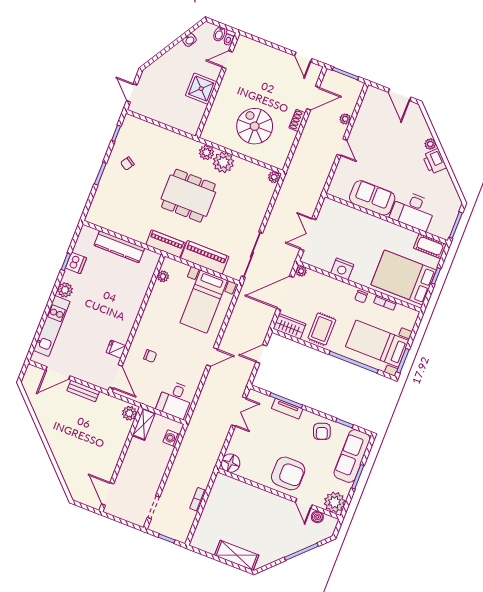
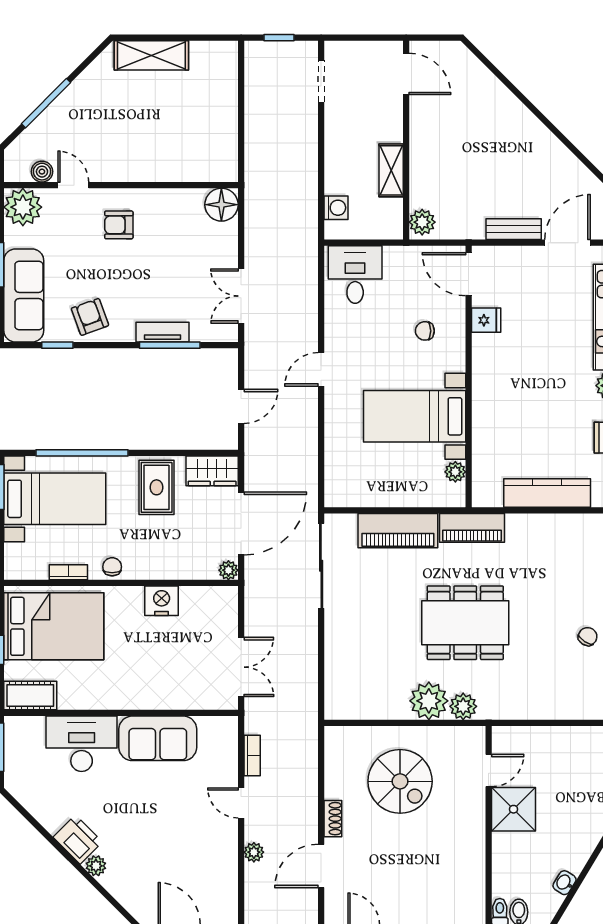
door: (227, 60) -> (489, 770), moved
plant: (274, 177) -> (335, 709), removed
double door: (308, 234) -> (241, 667), moved
bed with nightstands: (204, 302) -> (415, 416), moved, turned -90
shelving: (144, 424) -> (391, 170), moved
armchair: (288, 473) -> (119, 225), width x0.53, depth x0.53
bookcase: (198, 499) -> (252, 755), moved

